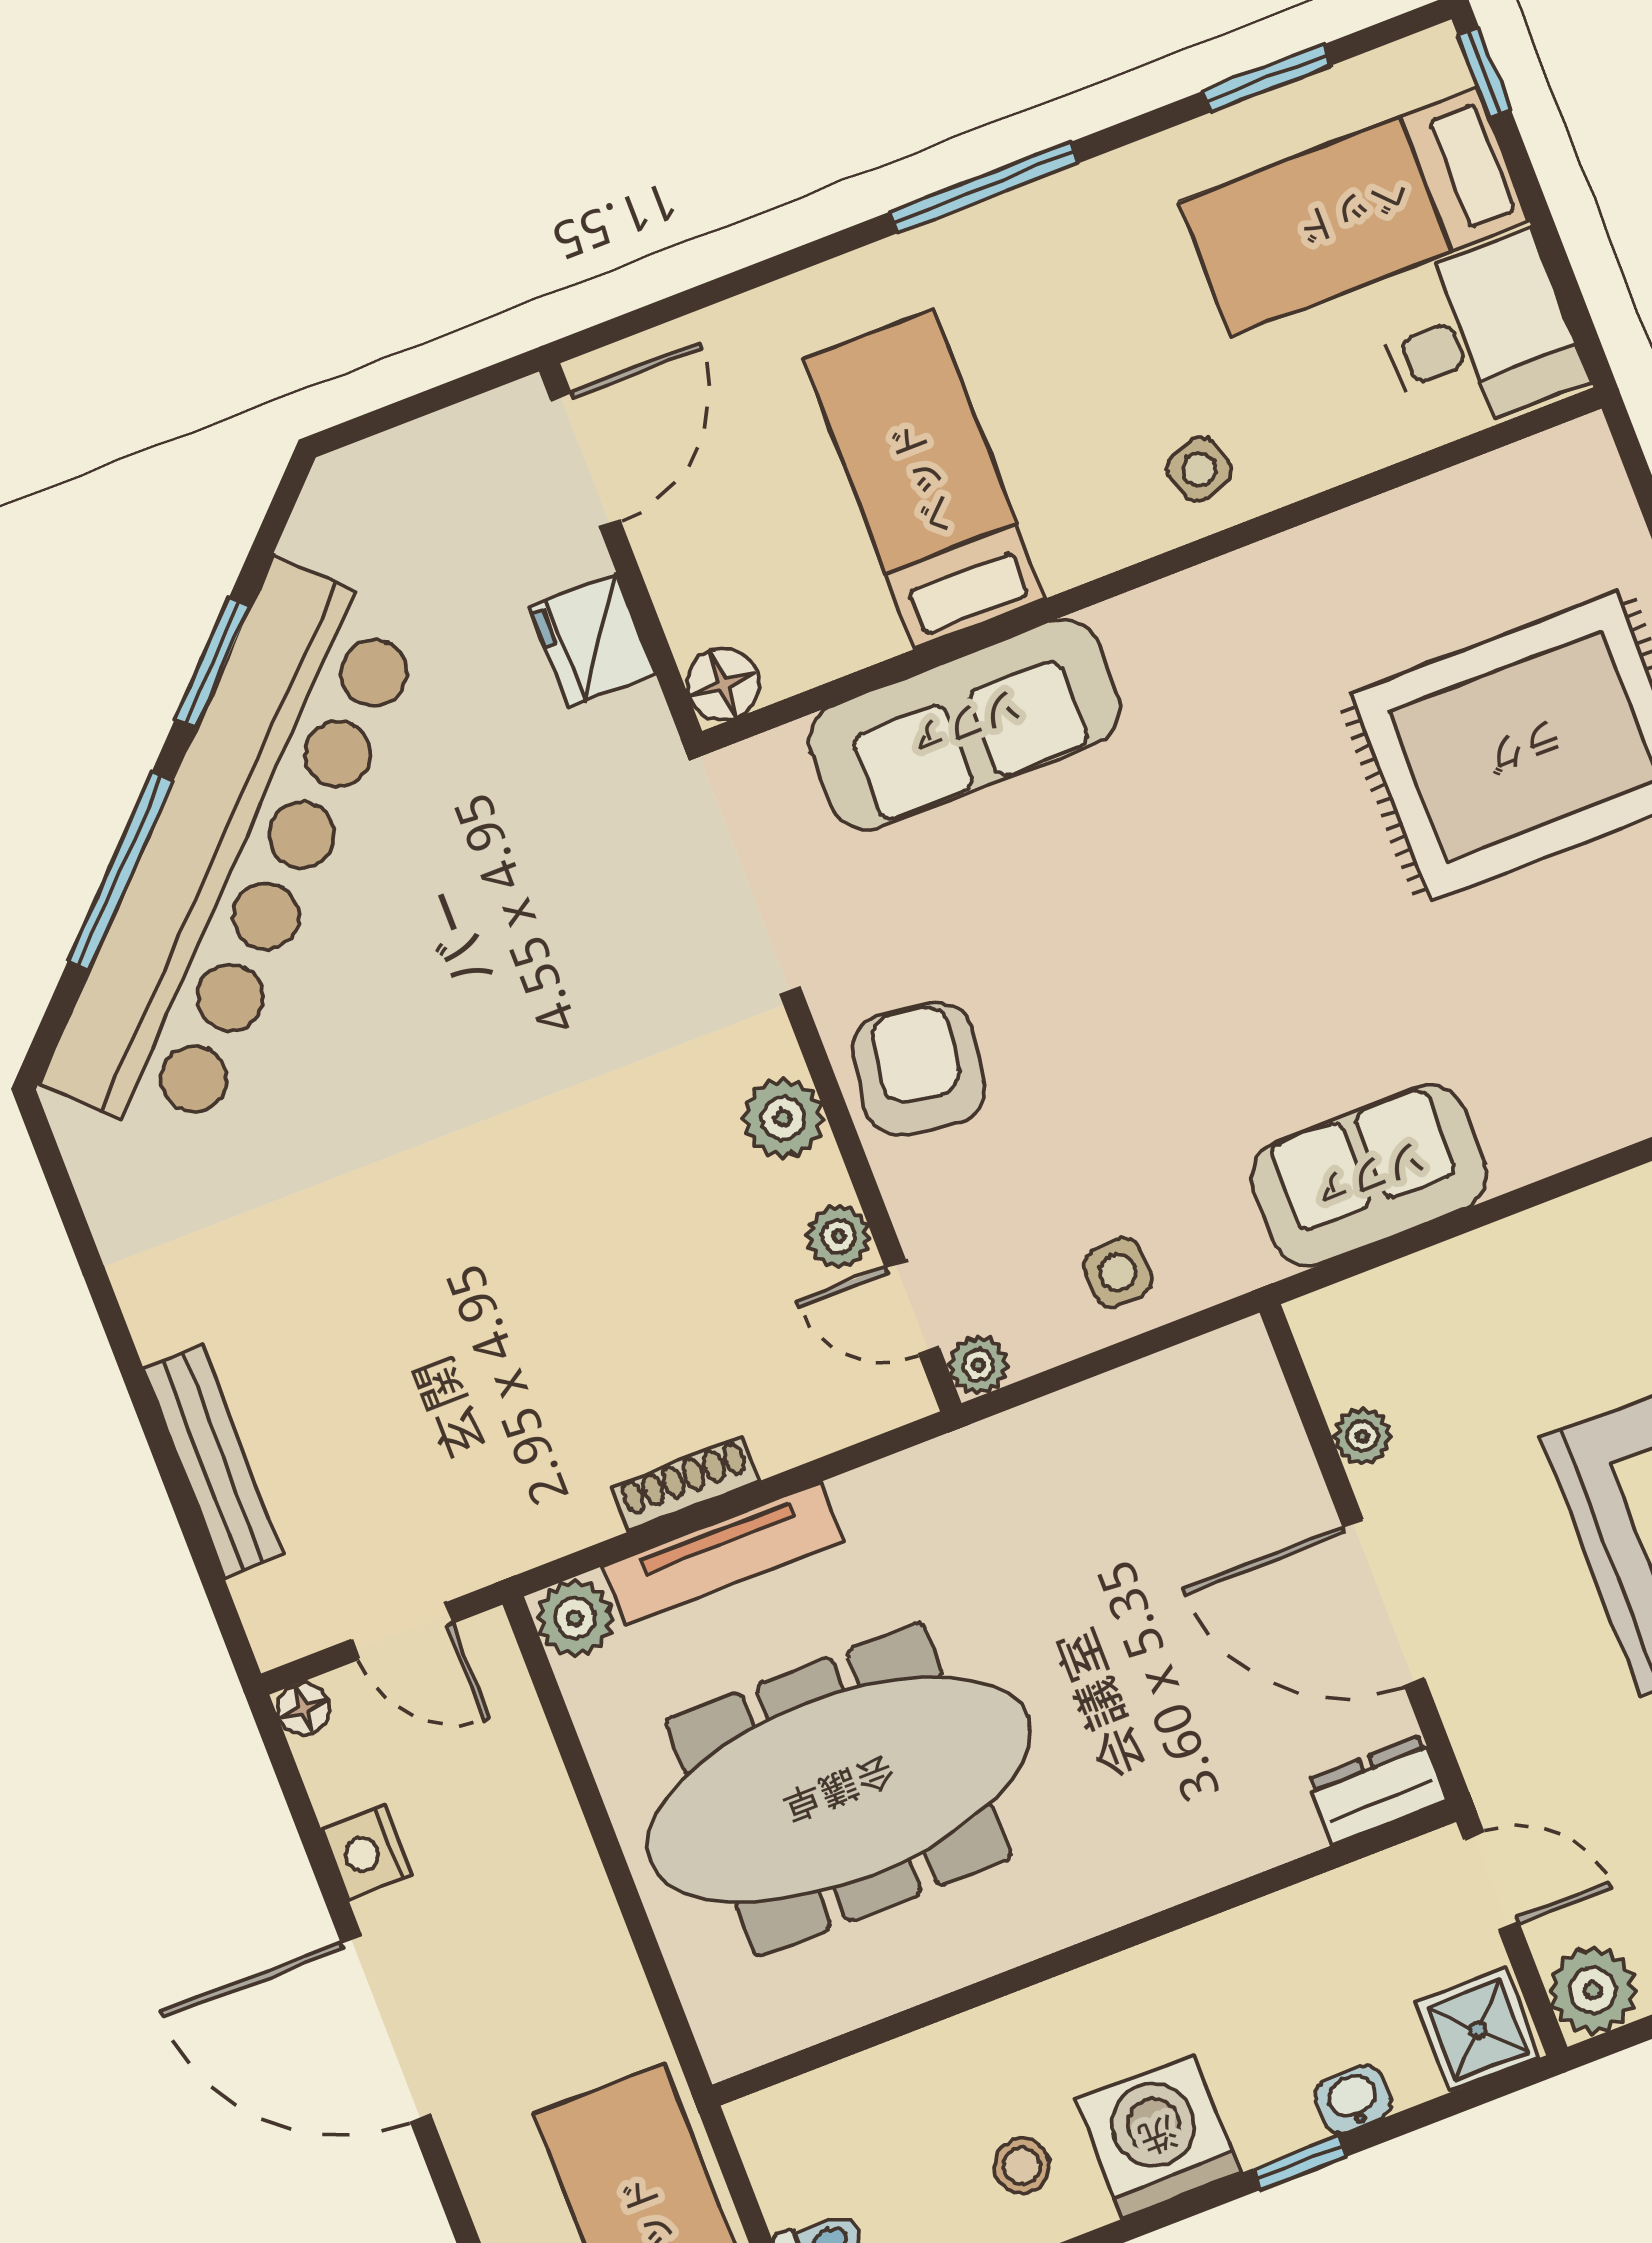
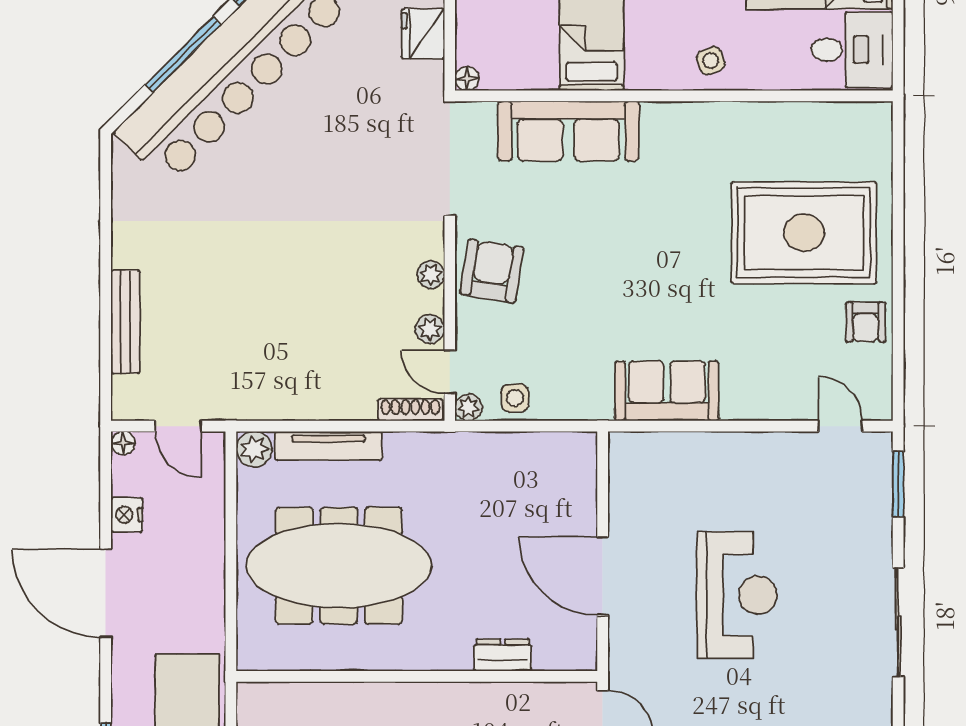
floor lamp: (723, 684) -> (467, 79), width x0.73, depth x0.73
plant: (783, 1118) -> (431, 275), width x0.73, depth x0.73
side table: (1118, 1273) -> (515, 398), moved
plant: (1362, 1436) -> (621, 501), removed
shoe rack: (686, 1484) -> (410, 410), moved
dresser: (1377, 1790) -> (503, 655), moved

